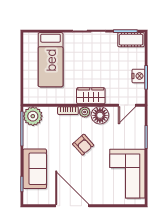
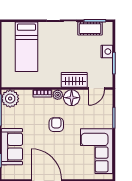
cot: (131, 40) -> (90, 29), moved
nightstand: (138, 76) -> (107, 52), moved
wardrobe: (91, 96) -> (74, 80), moved
armchair: (83, 145) -> (56, 125), turned -138

